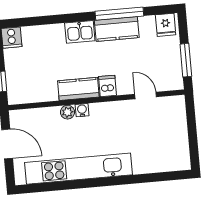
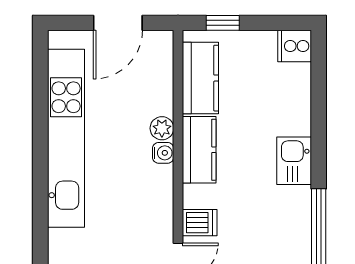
kitchen counter: (117, 29) -> (200, 78), moved, turned 180
dishwasher: (107, 86) -> (200, 223), moved

